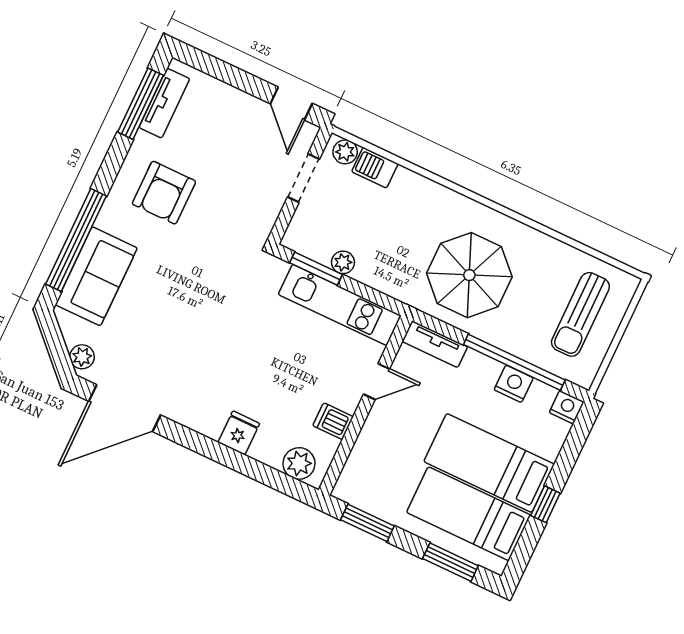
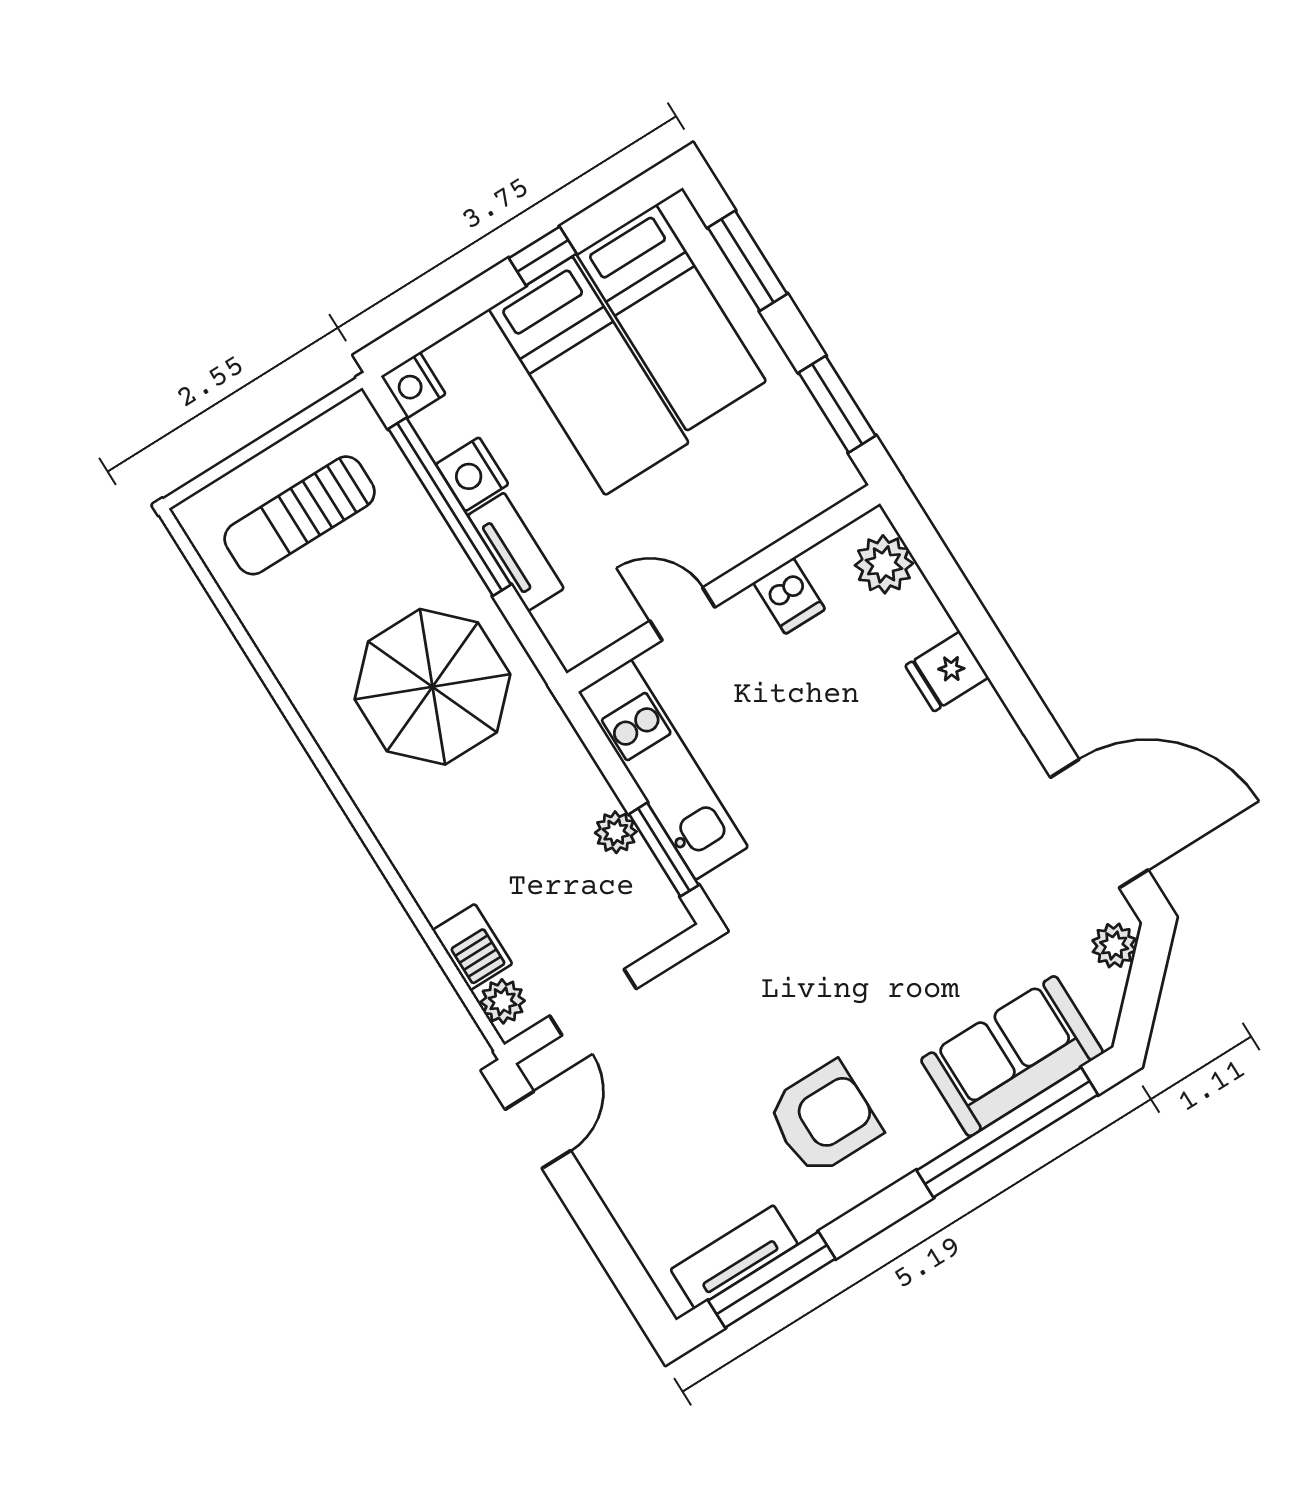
sun lounger: (580, 314) -> (300, 515), turned 180
tv unit: (435, 344) -> (516, 552), moved

